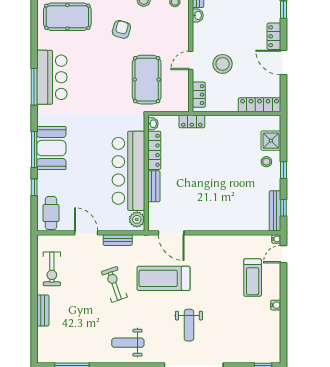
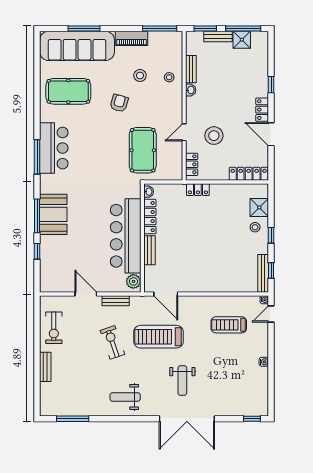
locker: (192, 122) -> (198, 190), moved
cafe table: (51, 213) -> (53, 275), removed
treadmill: (253, 278) -> (229, 325), moved, turned 90

